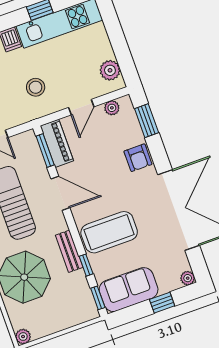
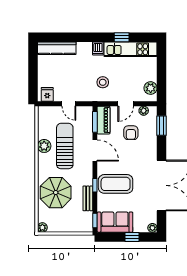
armchair: (138, 158) -> (131, 133), moved
bench: (69, 251) -> (88, 198), moved
window: (86, 265) -> (95, 185), moved

